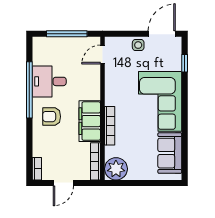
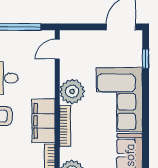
side table: (138, 45) -> (96, 39), removed
plant: (116, 94) -> (72, 91), added

